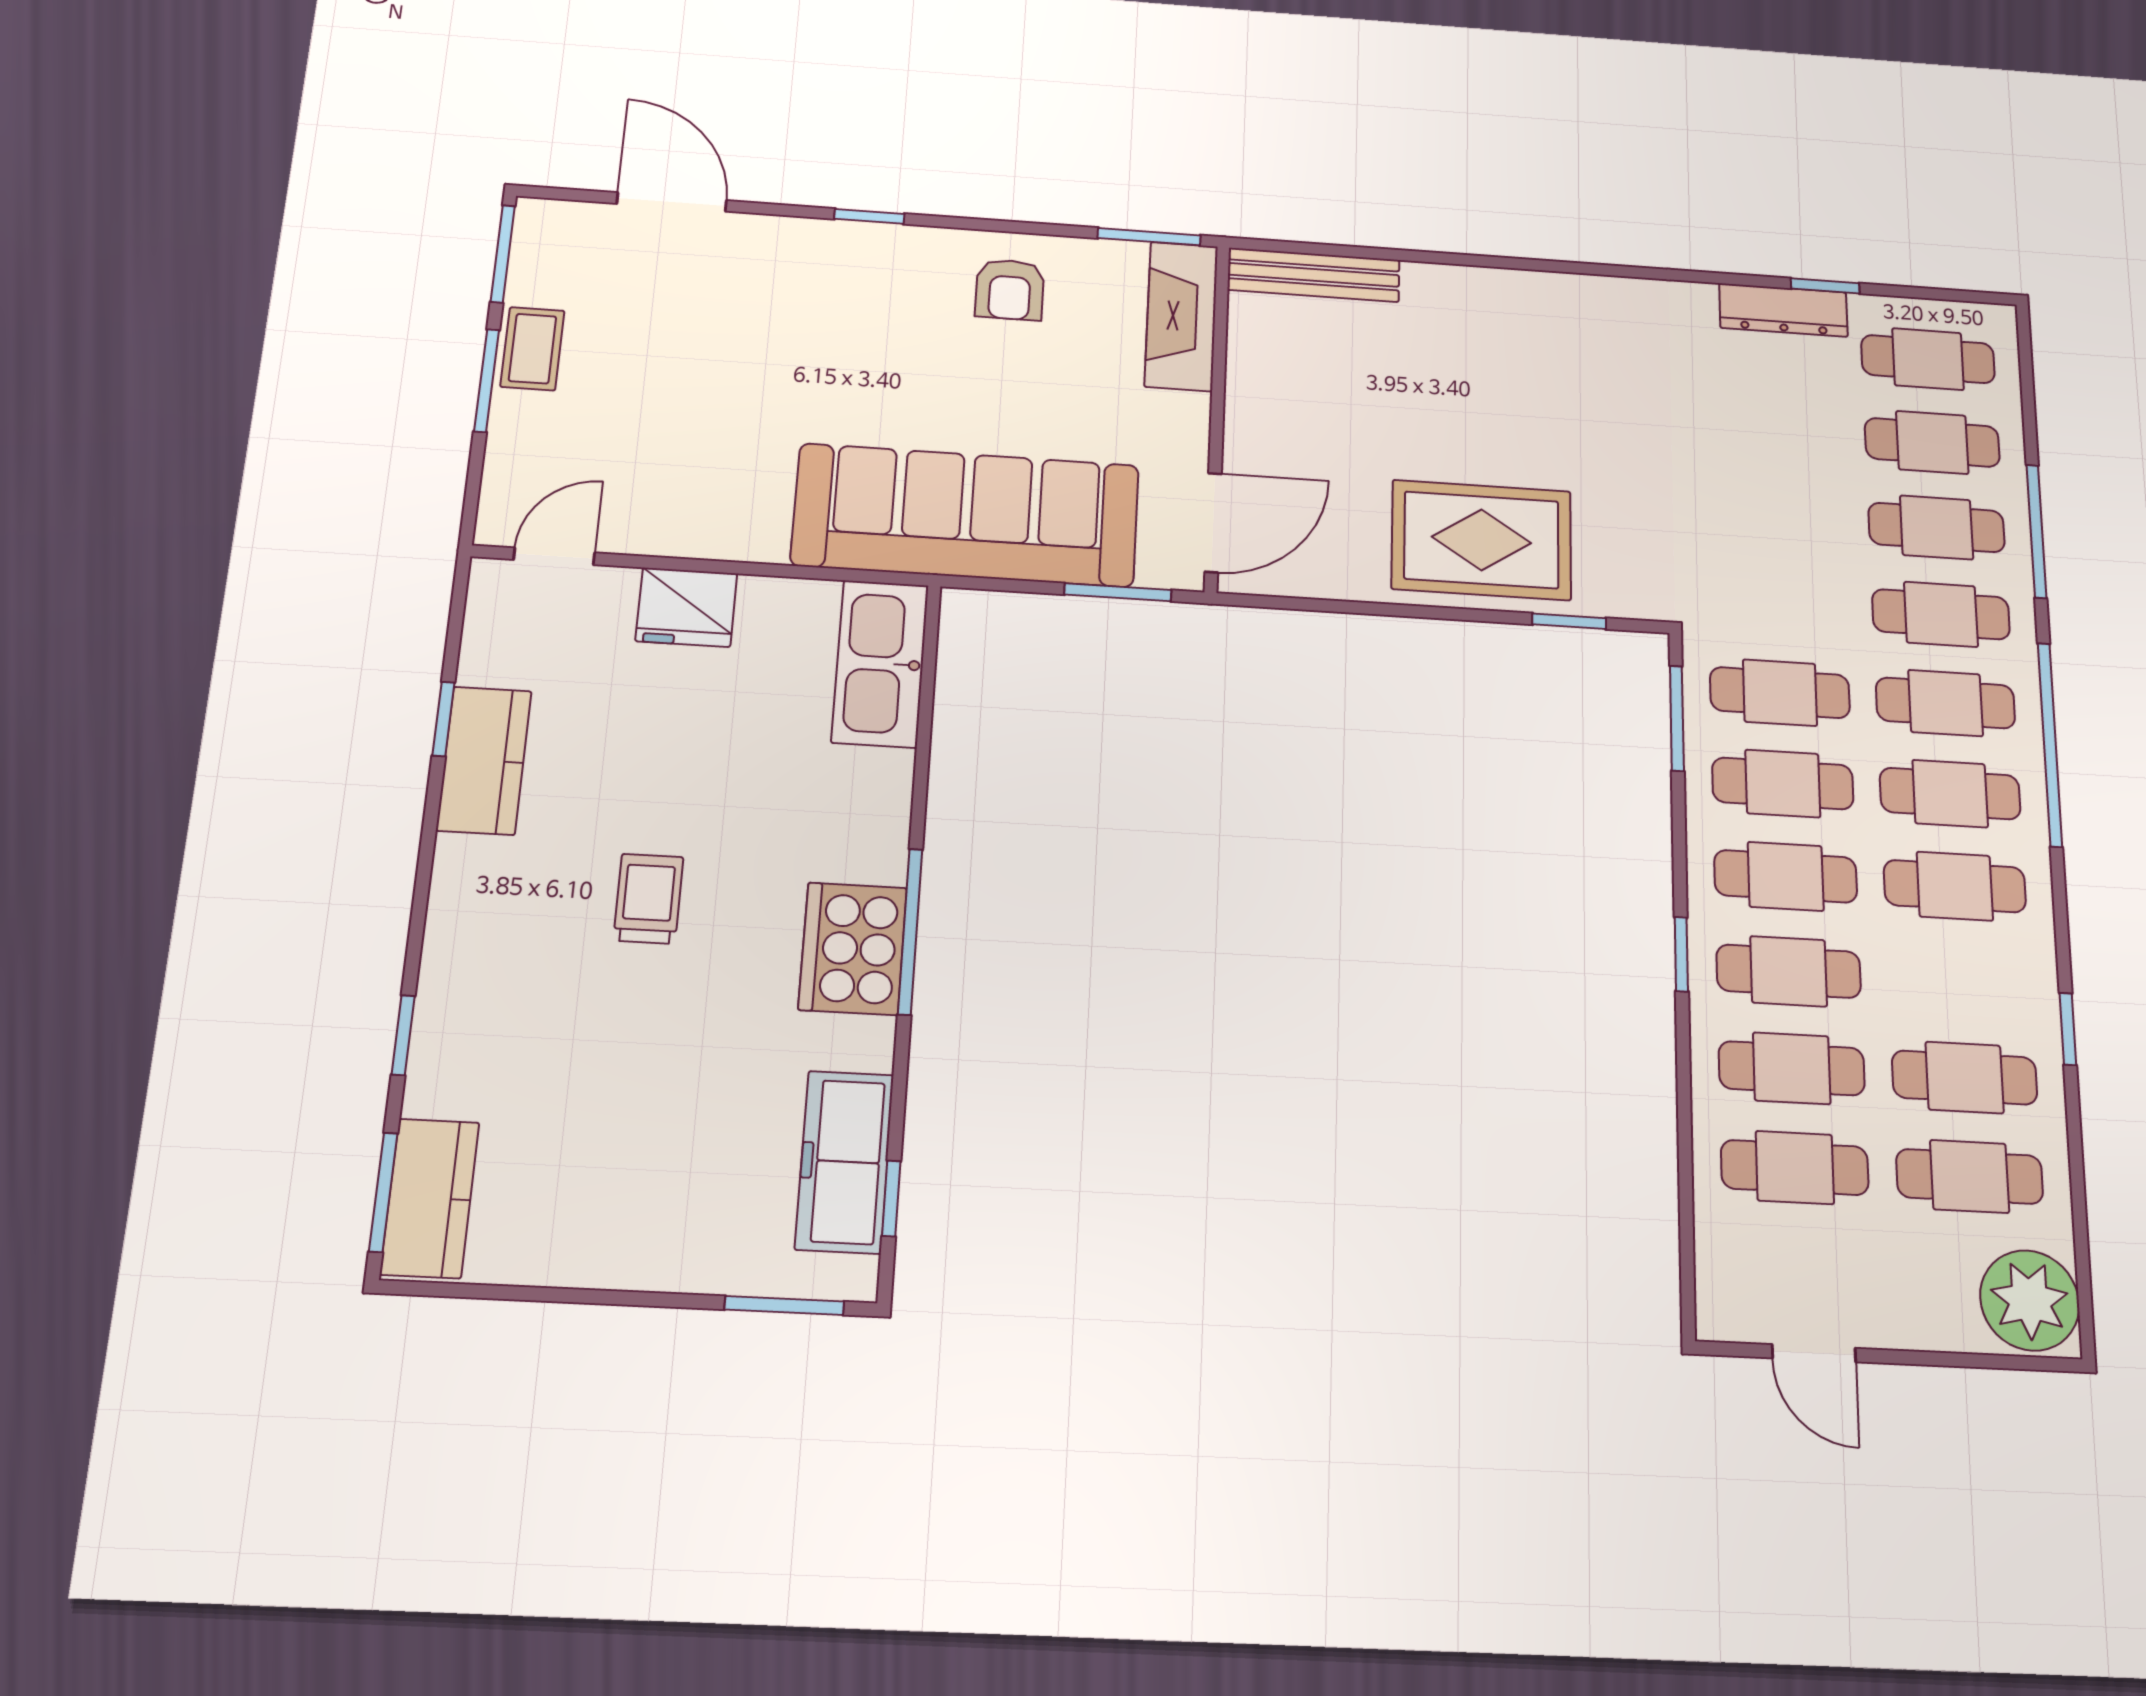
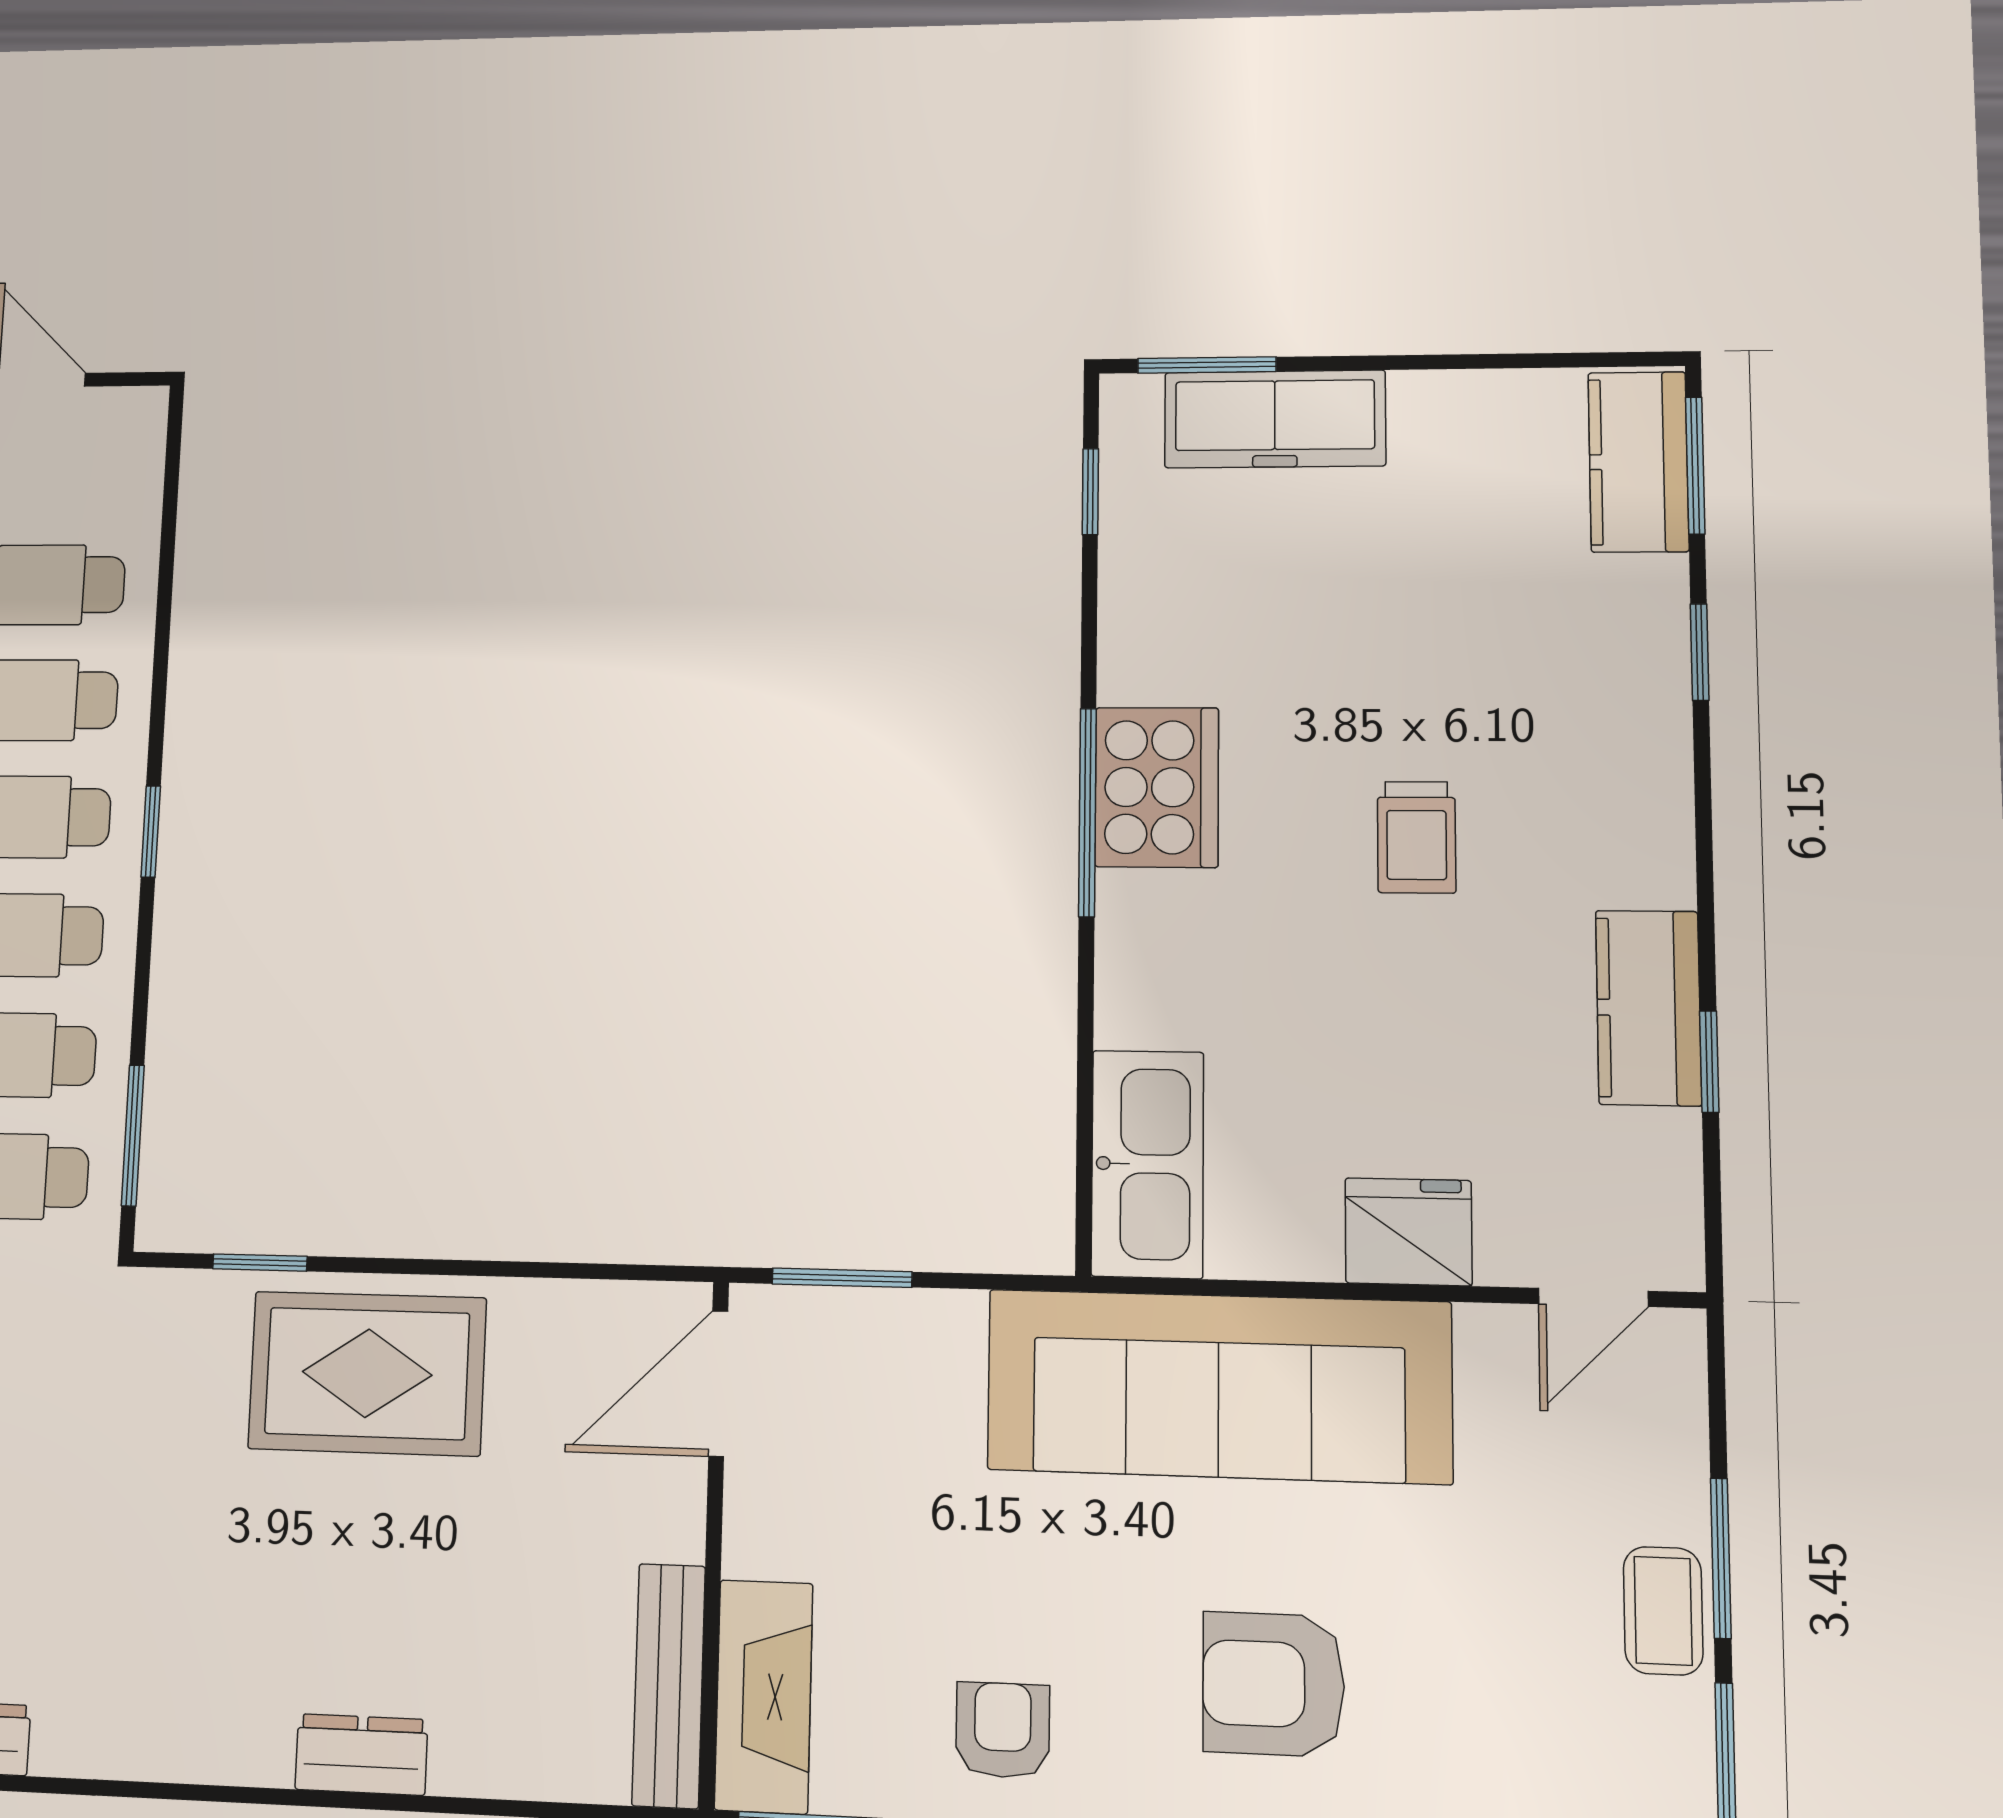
bench: (1314, 275) -> (669, 1686), moved, turned 90
dresser: (1474, 289) -> (361, 1755), added
armchair: (814, 312) -> (1273, 1684), added
sofa: (966, 515) -> (1218, 1386), moved
freezer: (845, 1162) -> (1275, 419), moved, turned 90

